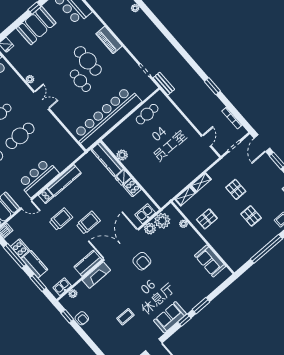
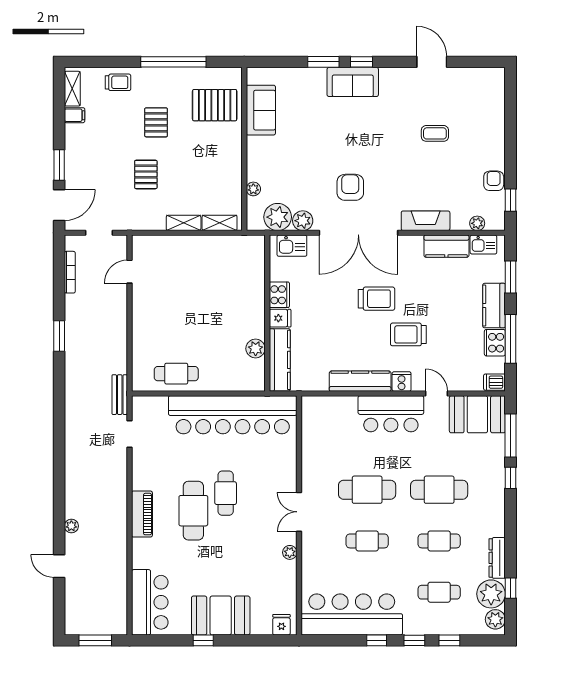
pallet: (207, 219) -> (215, 105), moved, width x1.50, depth x1.42
trolley: (88, 223) -> (376, 299), turned 180
kitchen counter: (88, 263) -> (446, 246), moved
sofa: (170, 317) -> (353, 82), moved

